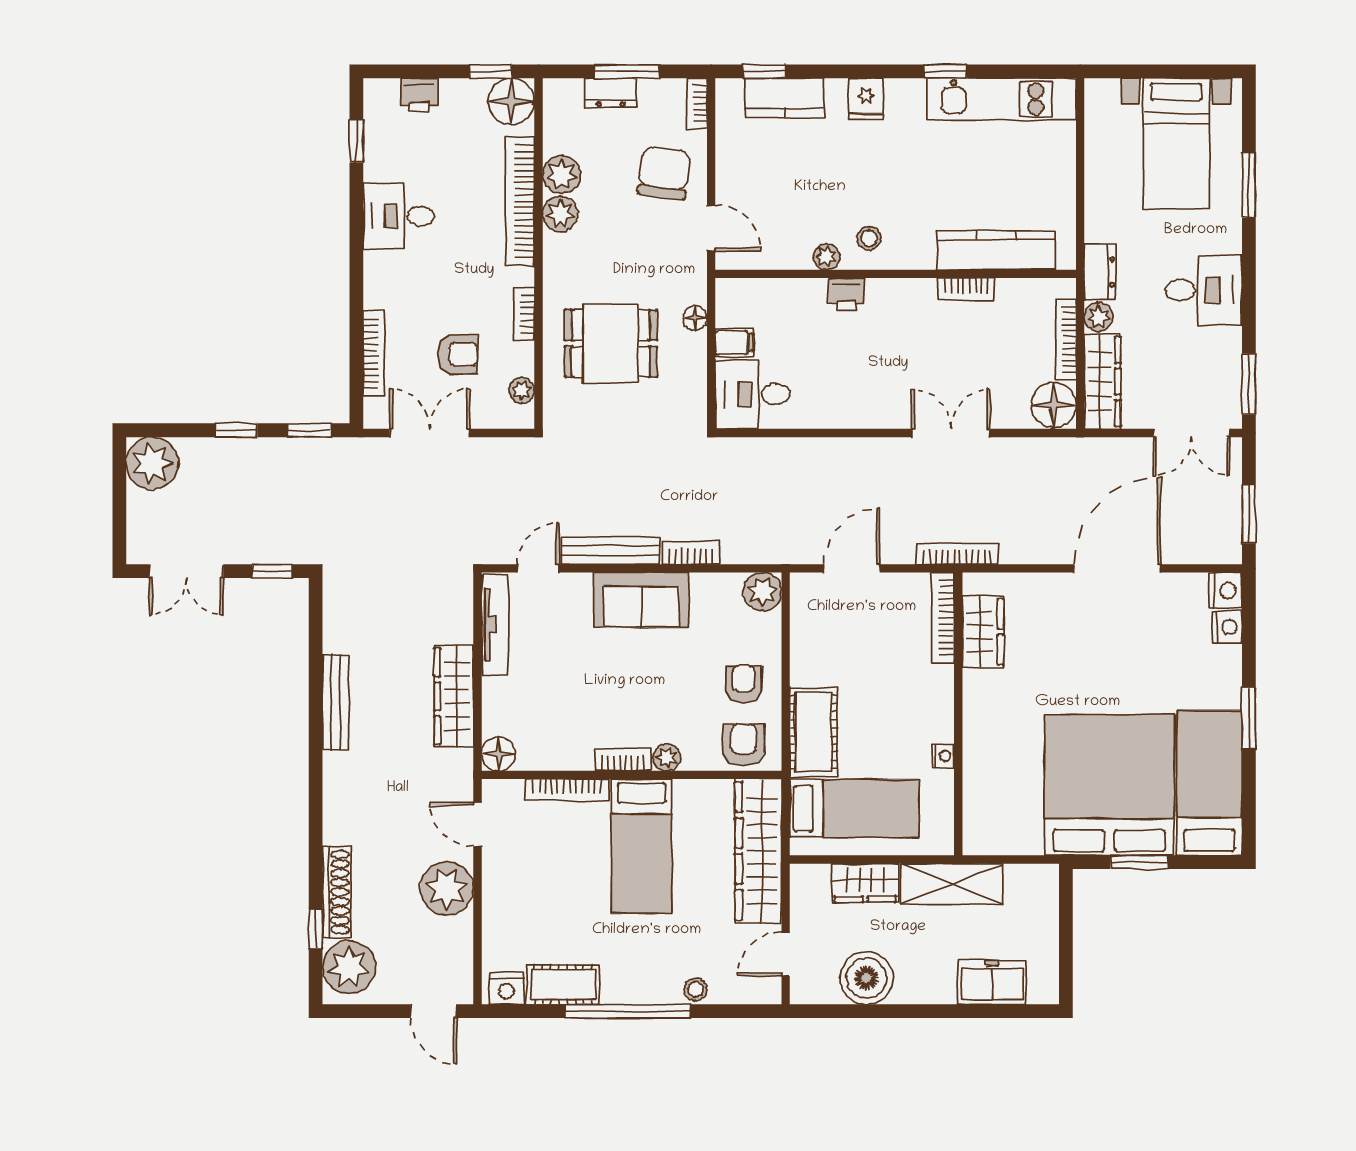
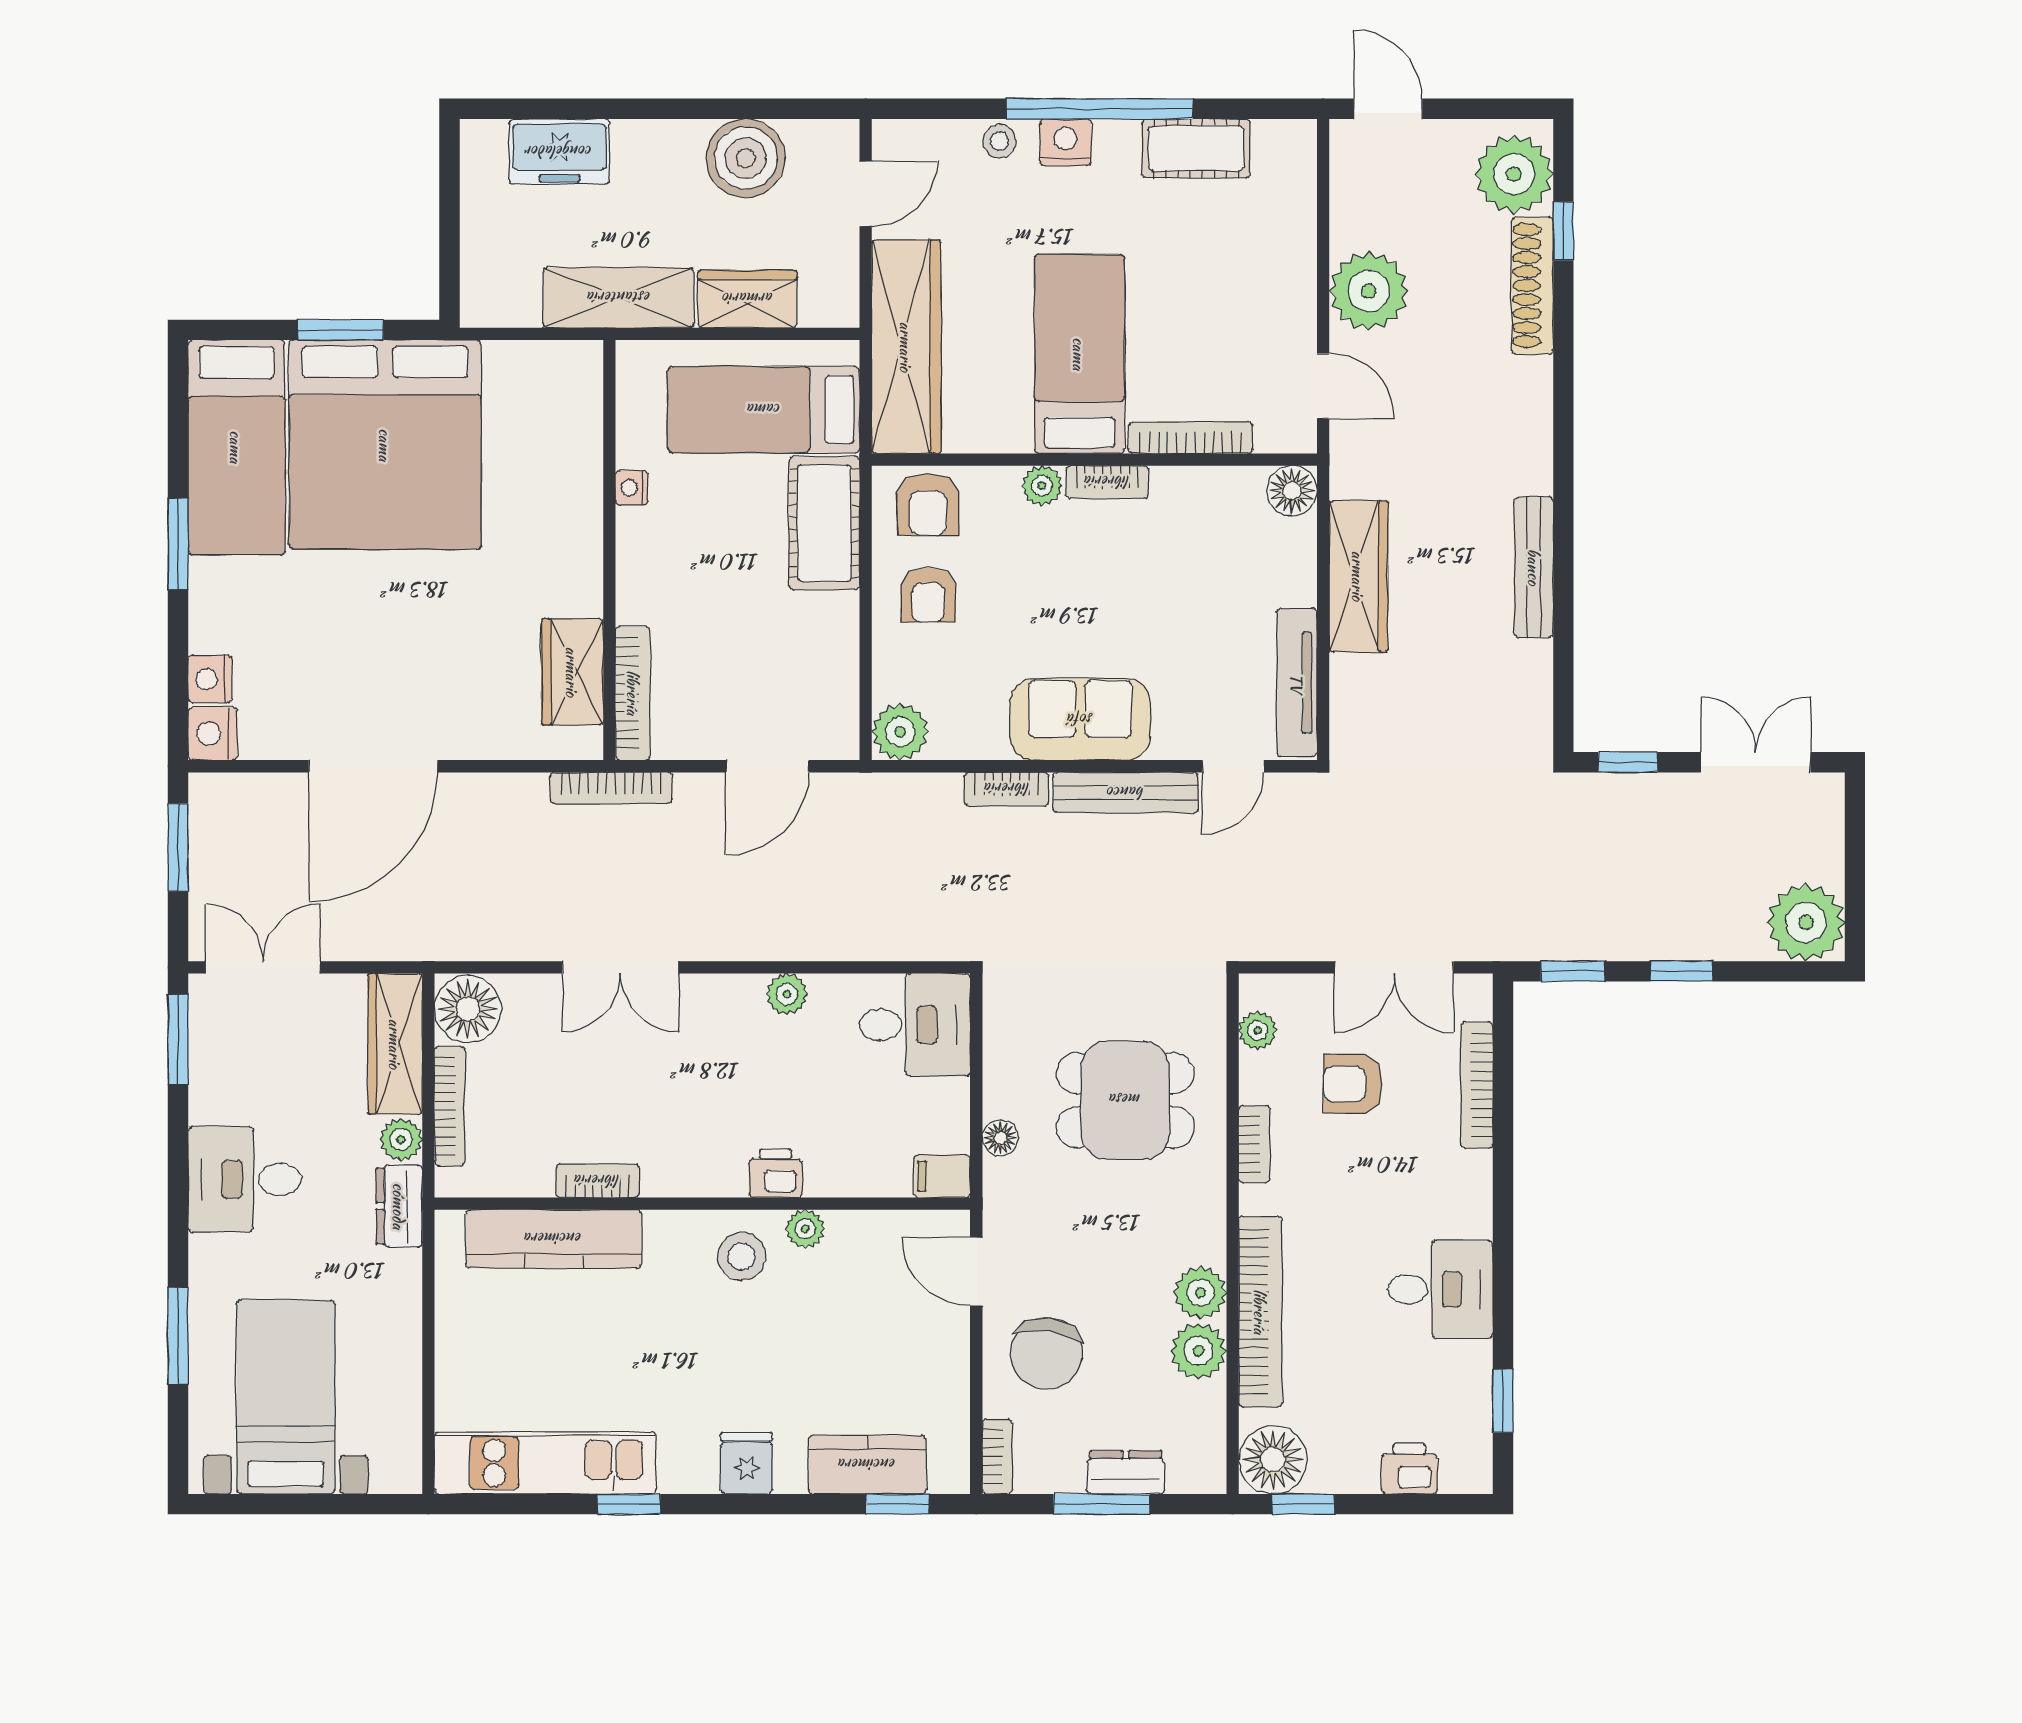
stool: (869, 238) -> (742, 1256), width x1.37, depth x1.37
filing cabinet: (734, 342) -> (942, 1176), moved
plant: (839, 415) -> (787, 994), added
nightstand: (507, 989) -> (1066, 142), moved

